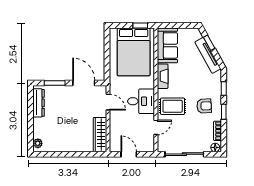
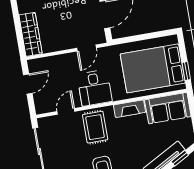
door: (156, 127) -> (66, 111), swing flipped
wardrobe: (100, 135) -> (30, 34), moved, turned 90

